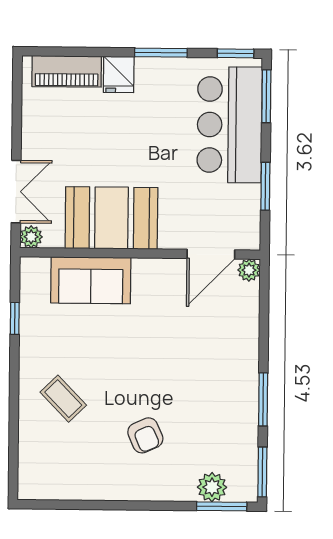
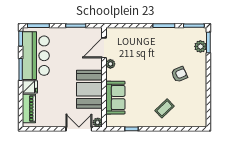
bar counter: (230, 125) -> (36, 56), moved, turned -90
door: (211, 254) -> (104, 48), swing flipped
plant: (249, 270) -> (110, 64), moved

